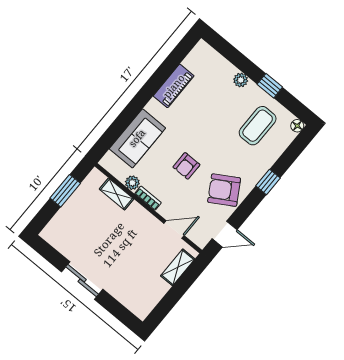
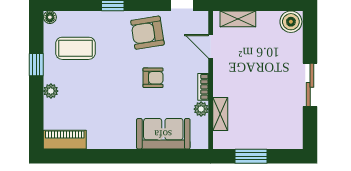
piano: (174, 86) -> (65, 140), moved
armchair: (224, 190) -> (147, 33), turned 112
boiler: (142, 306) -> (291, 22), added

